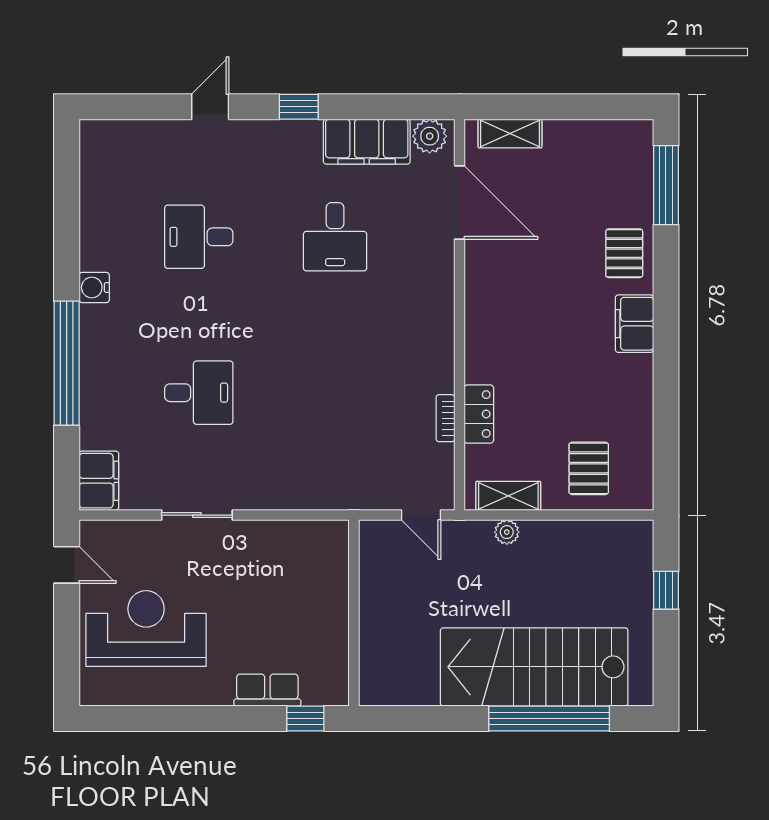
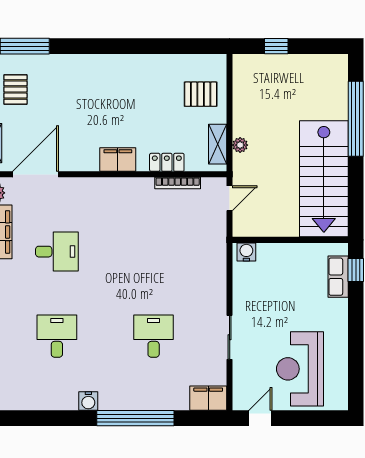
desk: (199, 237) -> (57, 336), turned 180
pallet: (624, 253) -> (15, 89), moved, turned 90
filing cabinet: (634, 324) -> (118, 160), moved, turned 180
bookcase: (445, 418) -> (178, 183), width x1.56
water cooler: (334, 542) -> (246, 252), added
stairs: (534, 667) -> (324, 179), moved
row of seats: (267, 690) -> (338, 277), moved

